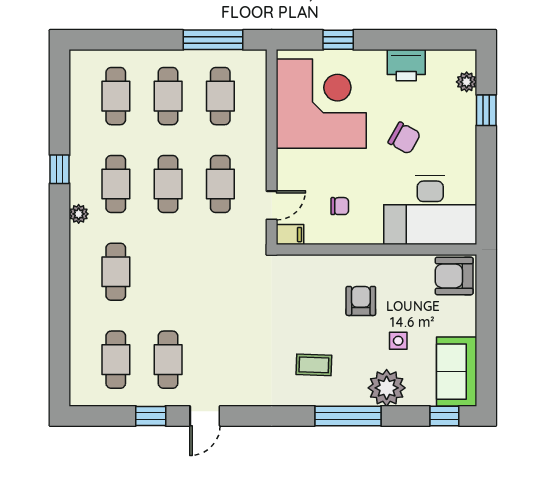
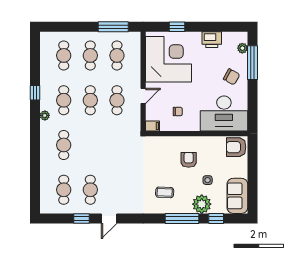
window: (486, 110) -> (252, 63), width x2.17
chair: (404, 138) -> (232, 77), moved
door: (272, 205) -> (143, 96), moved
window: (444, 416) -> (216, 218), moved

